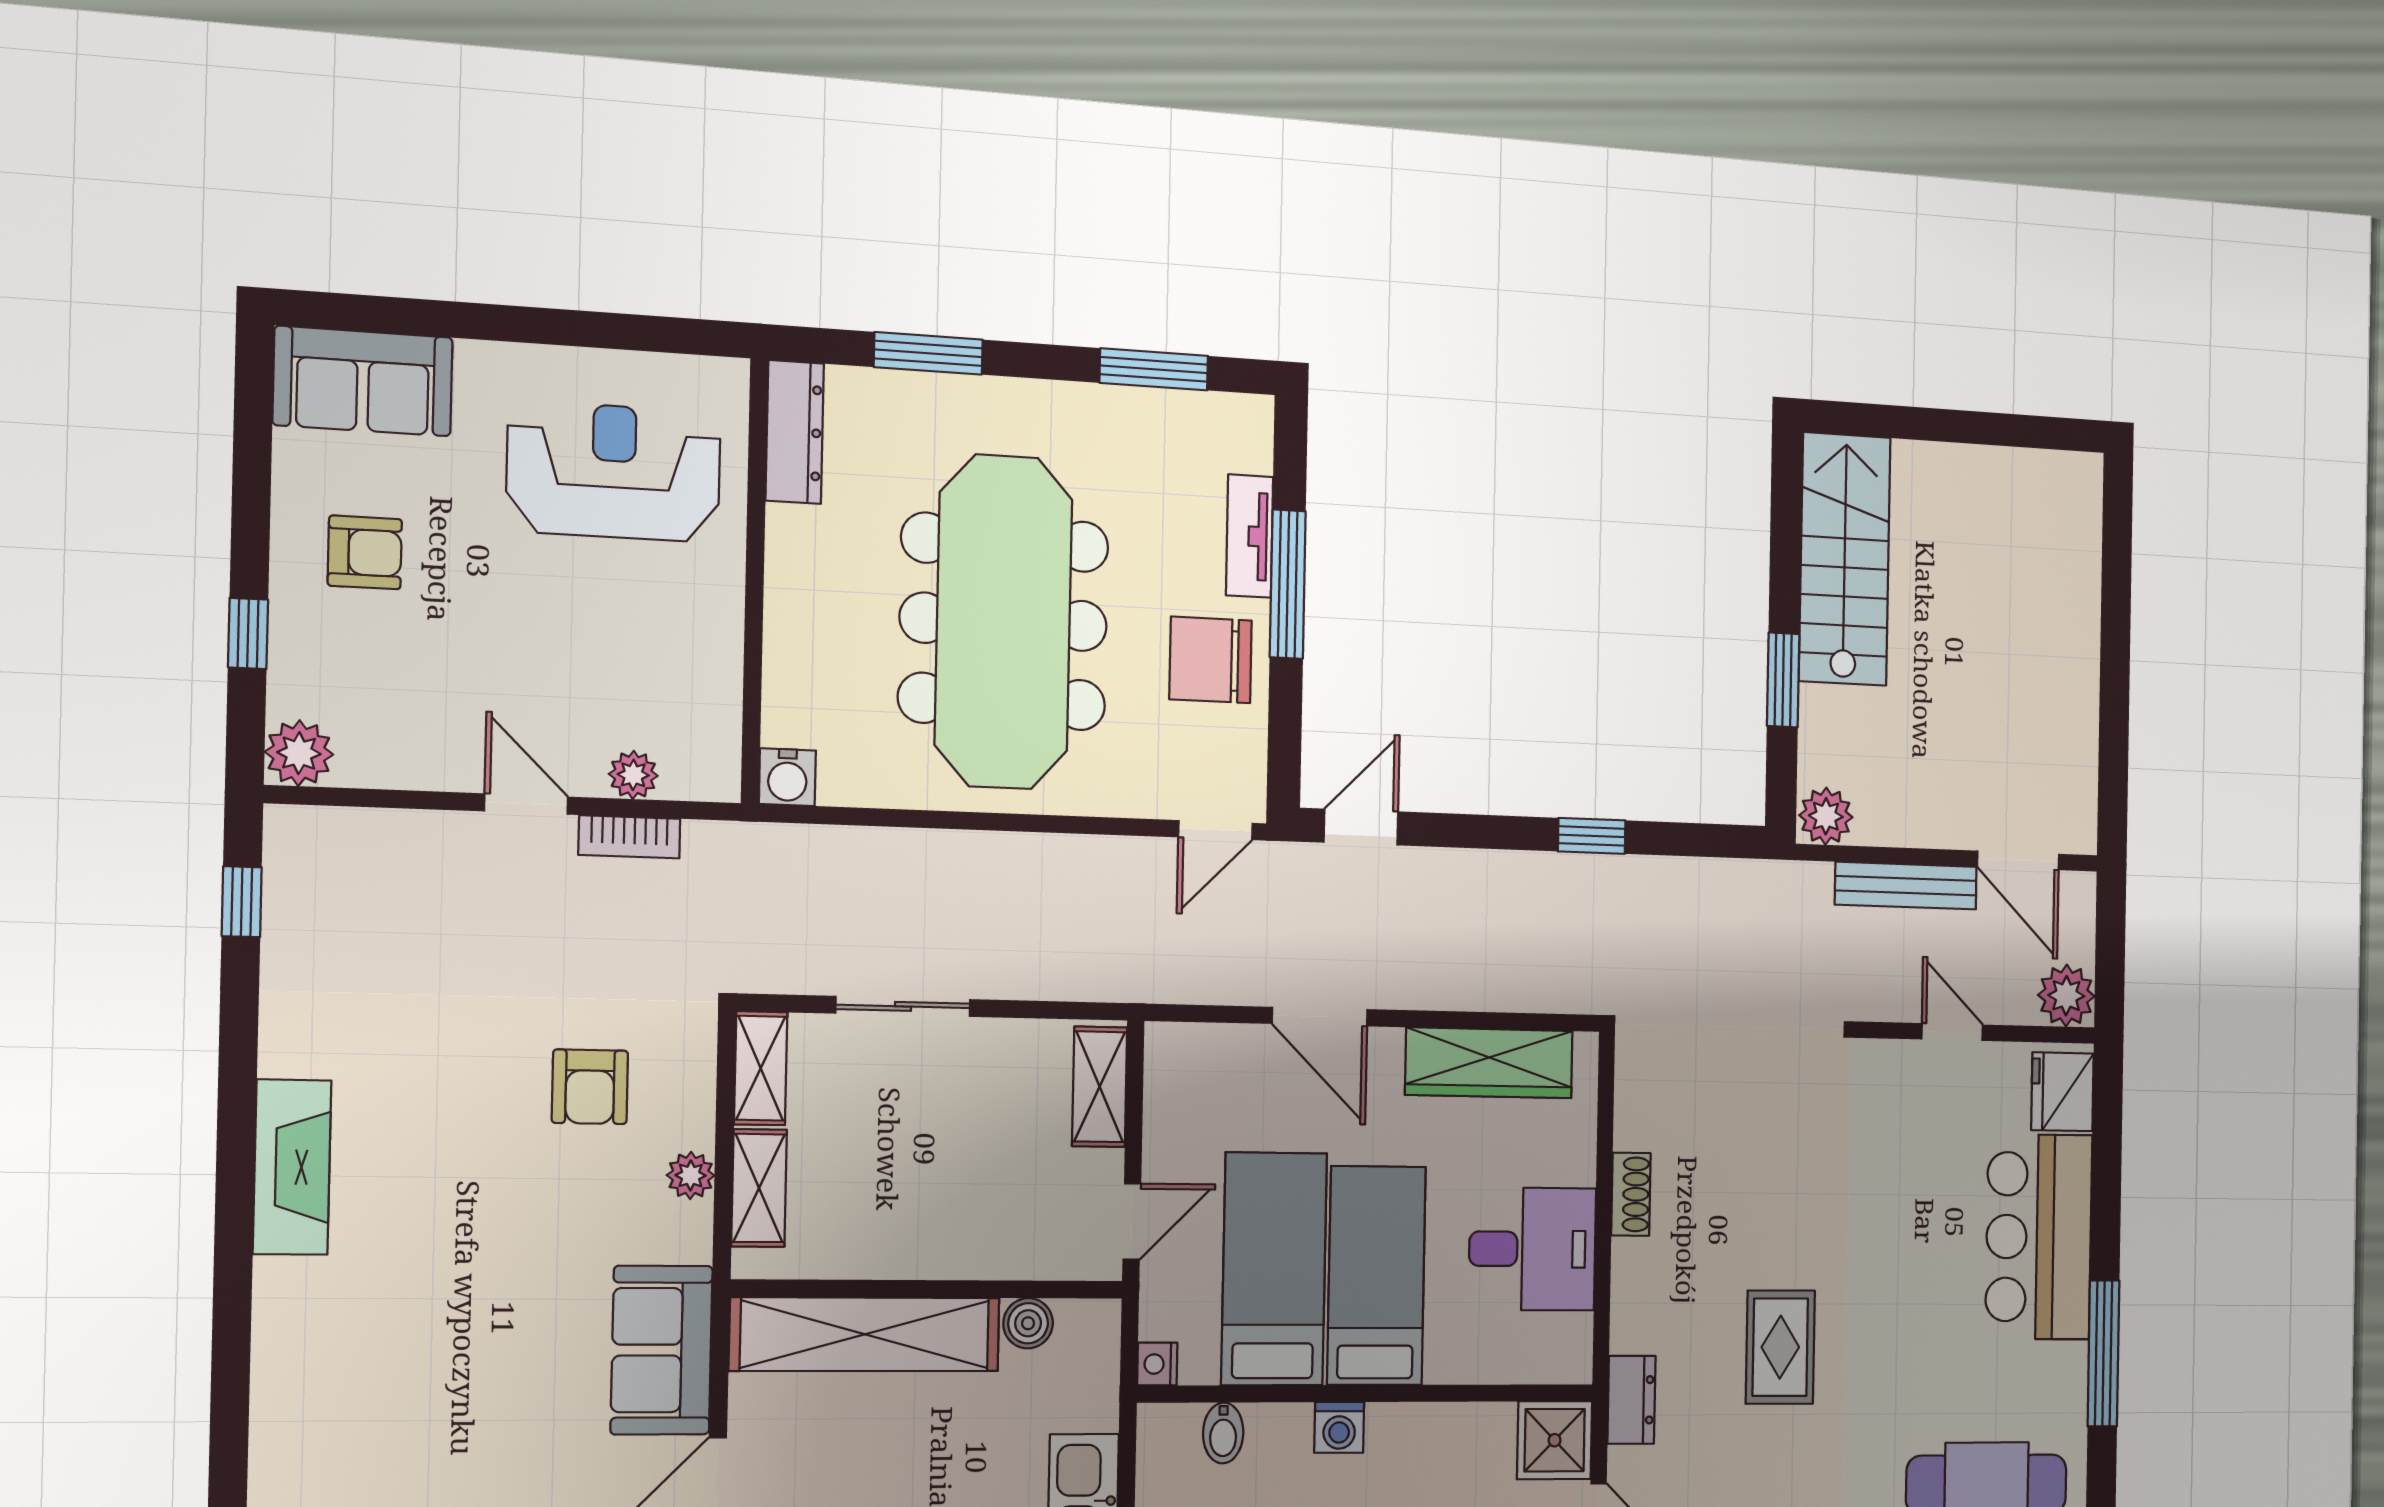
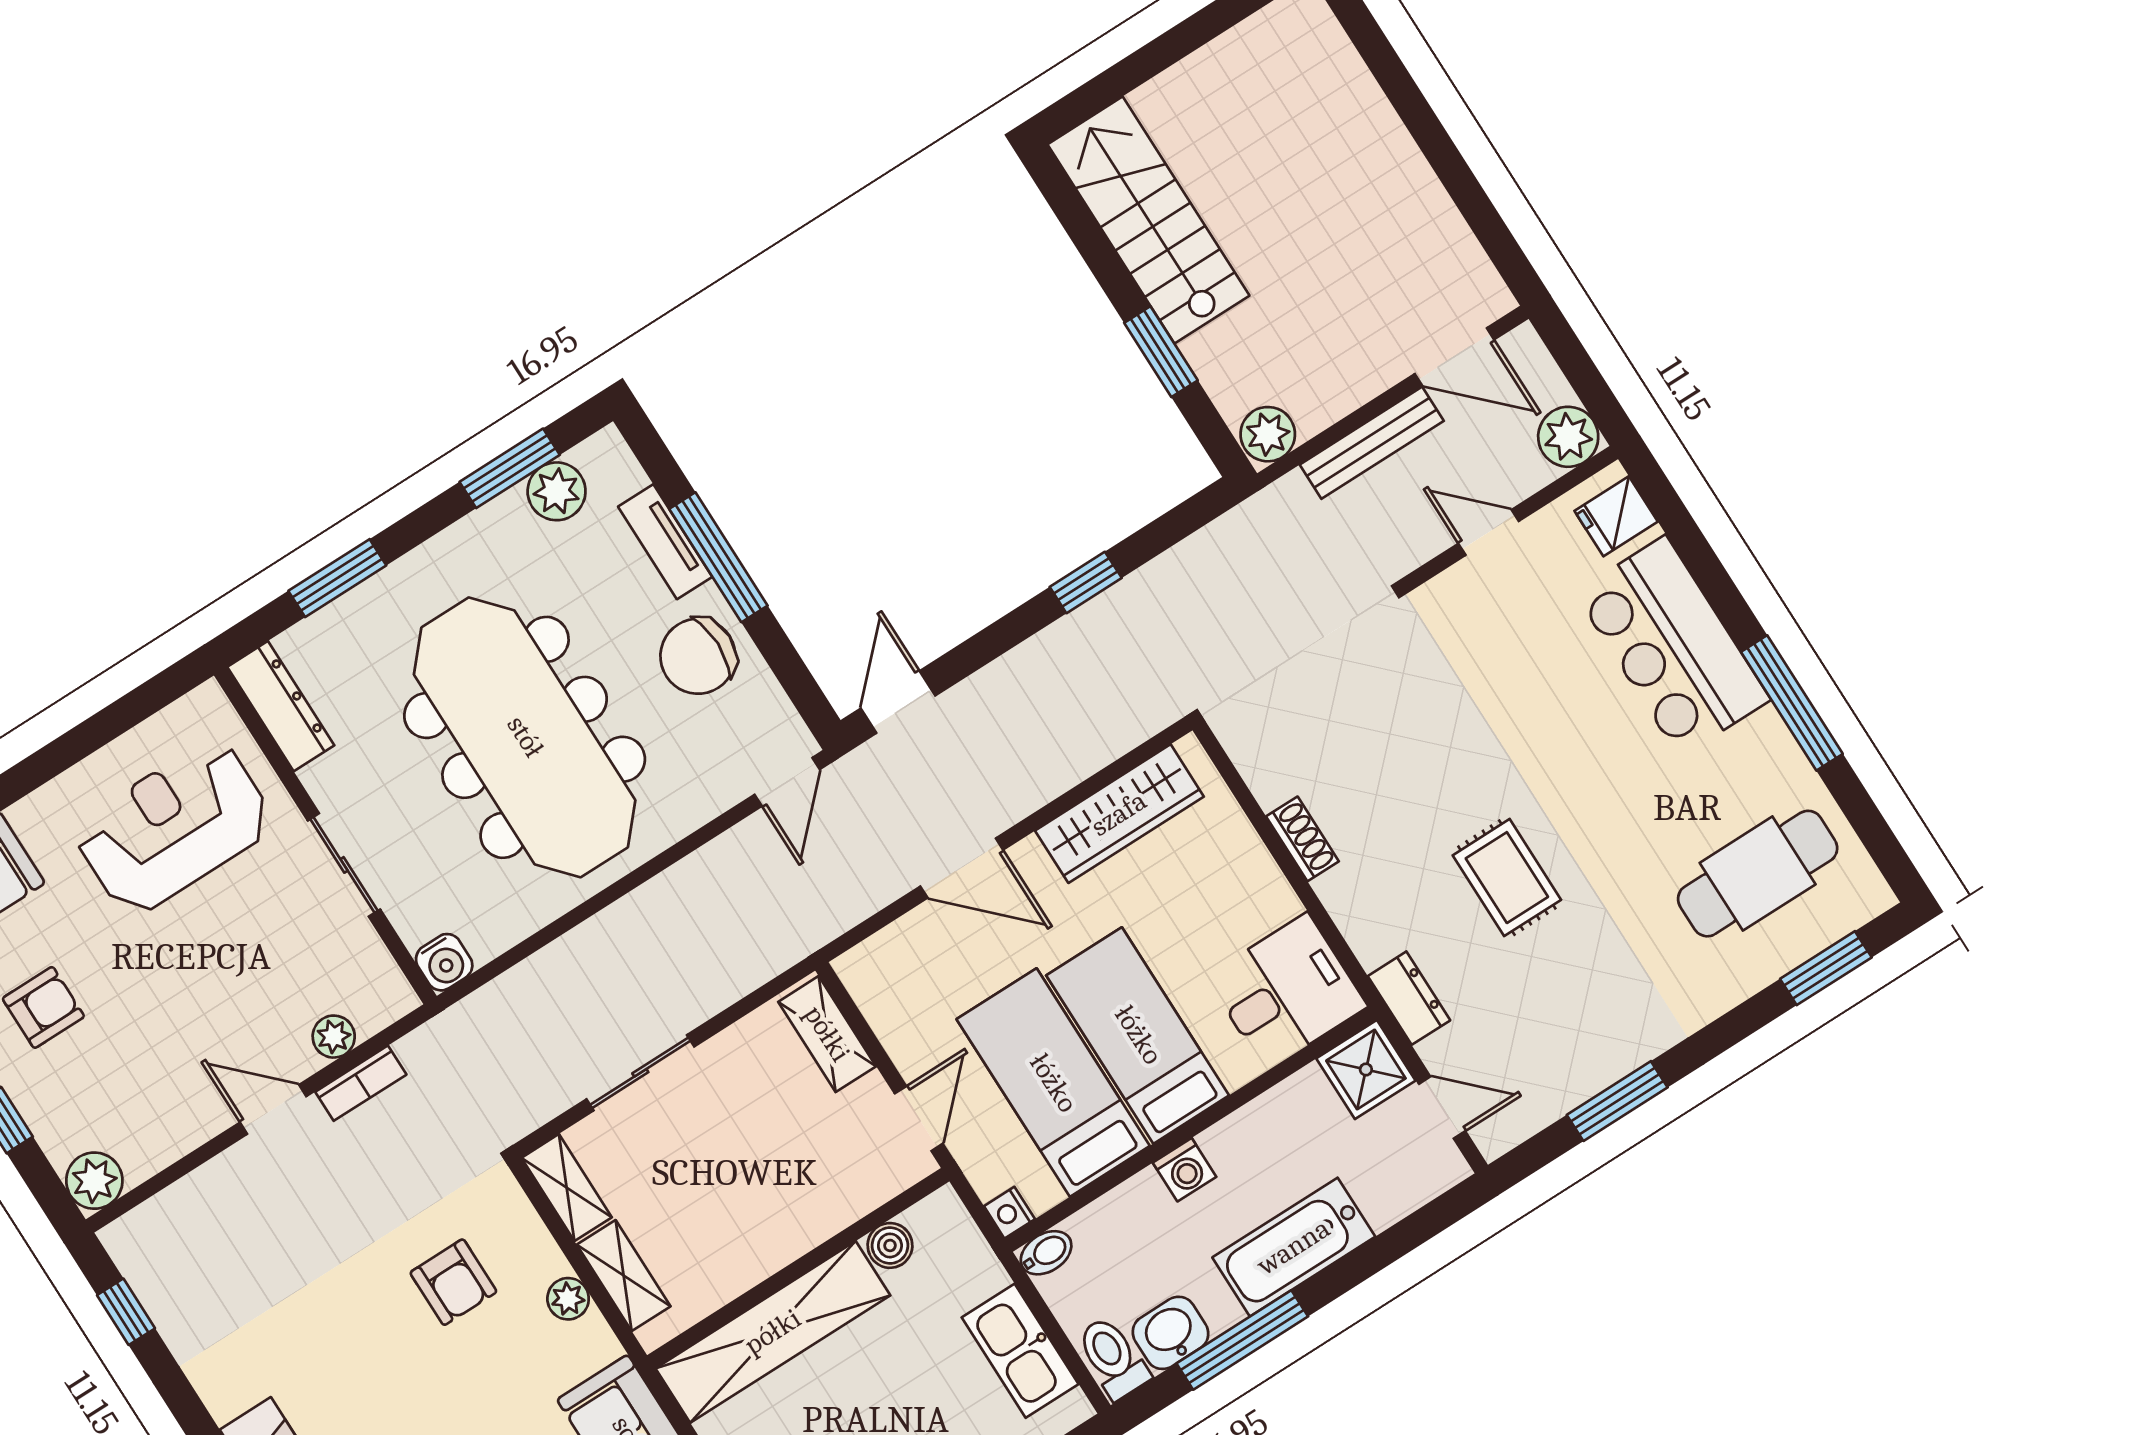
plant: (1182, 421) -> (557, 491), added
sliding door: (754, 621) -> (344, 865), added
fridge: (2063, 1092) -> (1616, 516), width x0.72
desk: (1532, 1249) -> (1287, 992), moved
bidet: (1223, 1433) -> (1046, 1253), moved, turned -90

